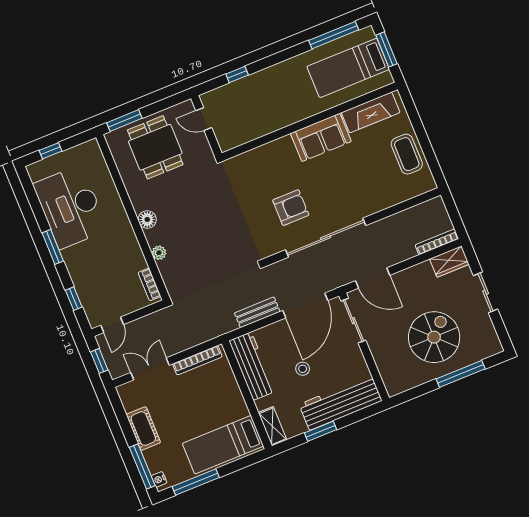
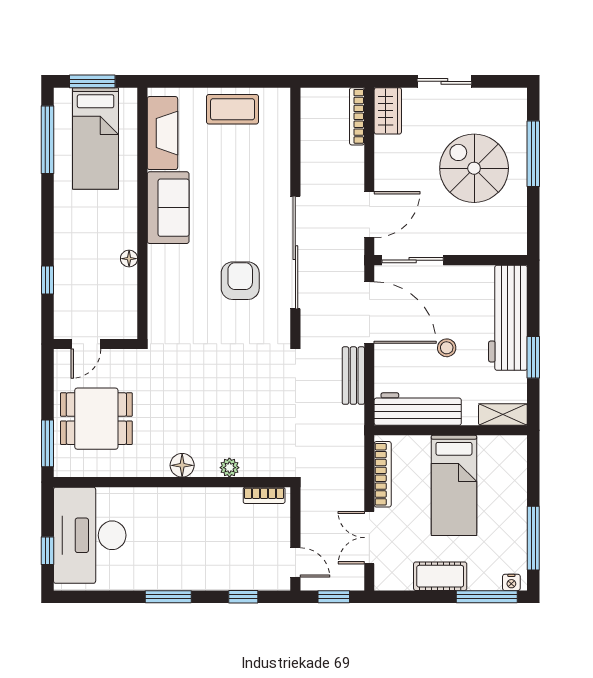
floor lamp: (275, 125) -> (129, 259), added
desk: (70, 207) -> (90, 535), moved, turned 90
bed: (223, 445) -> (454, 485), moved

